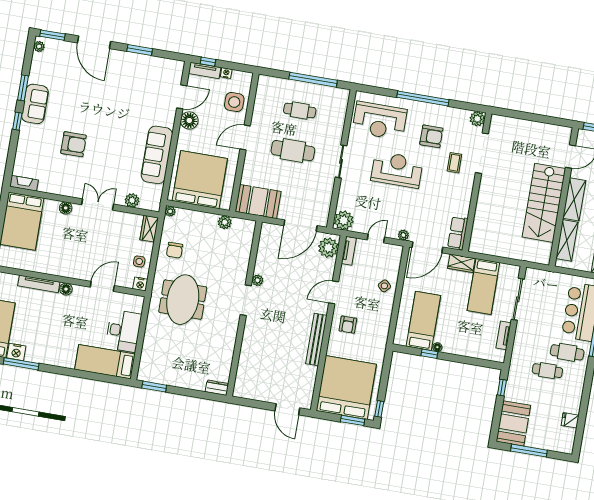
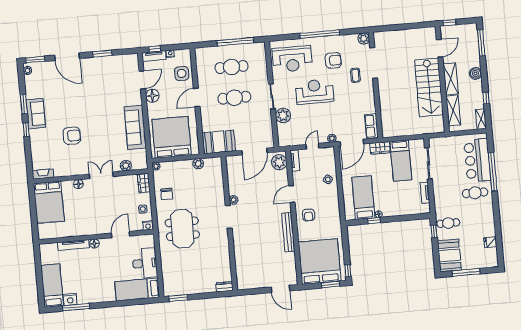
cafe table: (300, 111) -> (232, 67), width x1.37, depth x1.35
plant: (344, 220) -> (283, 115), moved
cafe table: (547, 371) -> (448, 223), moved

